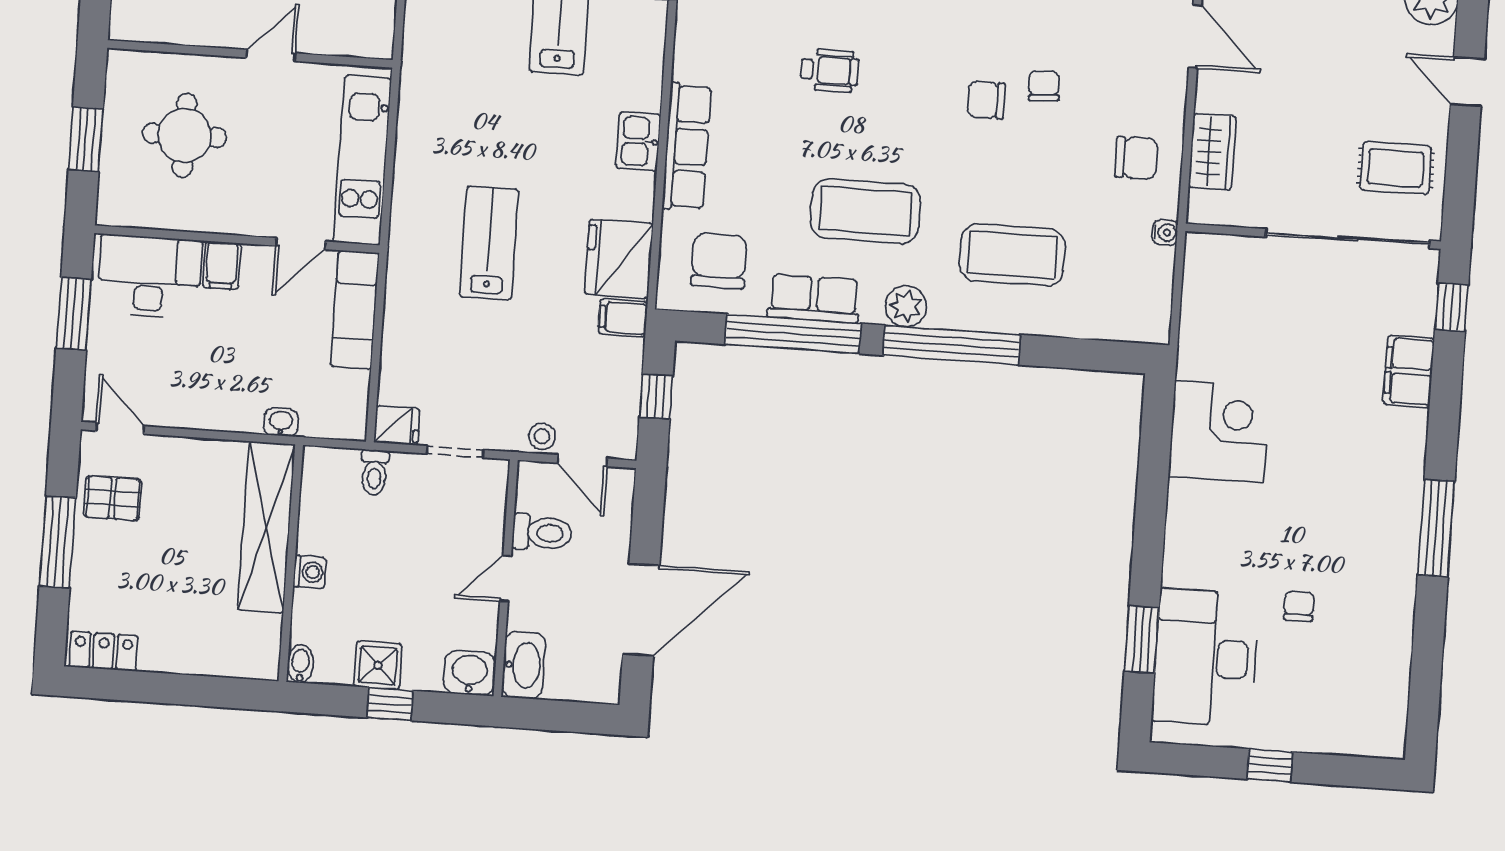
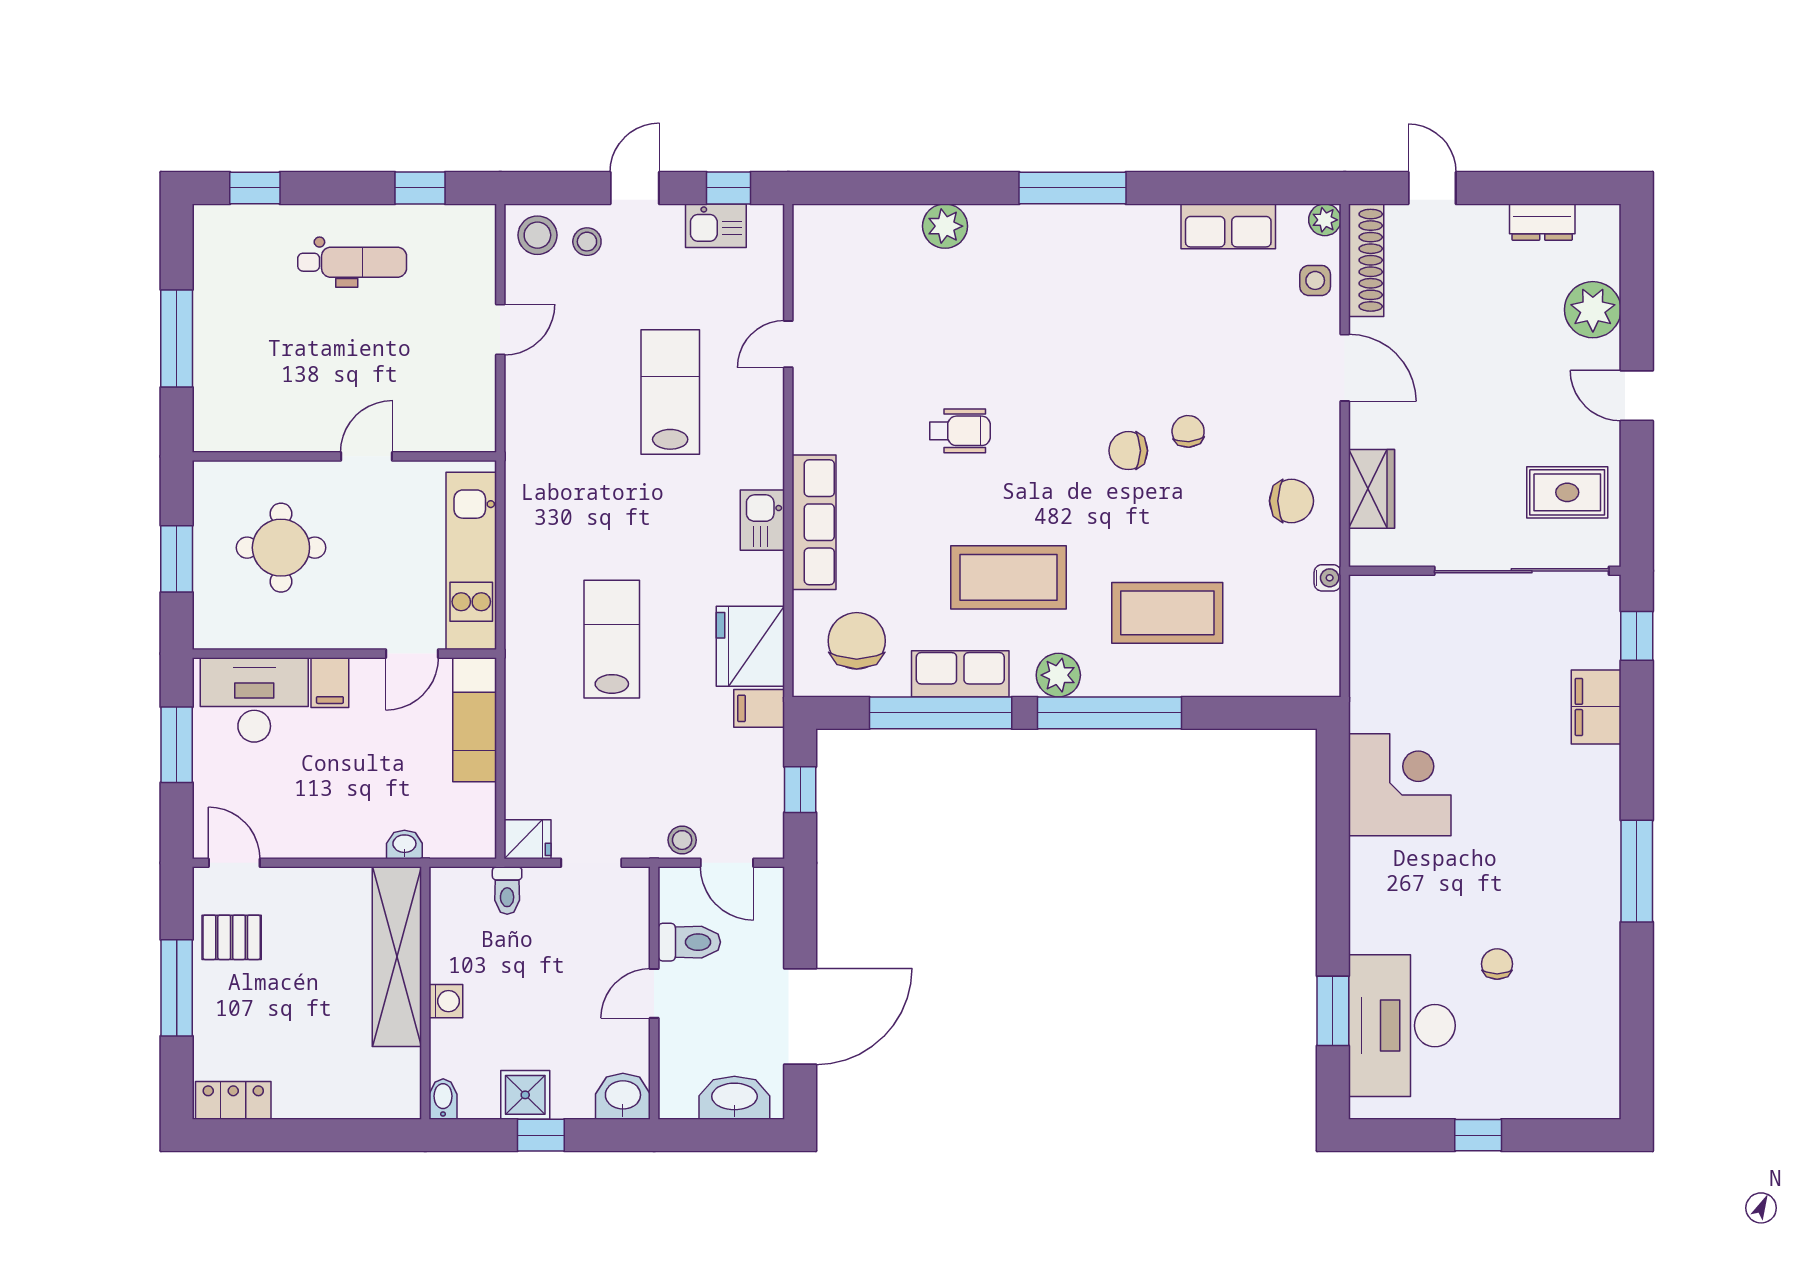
washbasin: (524, 665) -> (734, 1098), moved, turned -90

